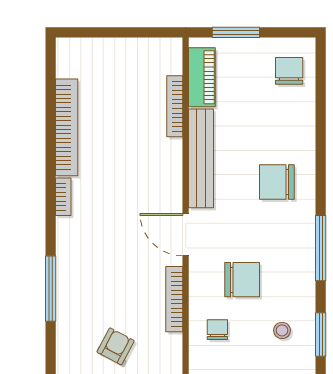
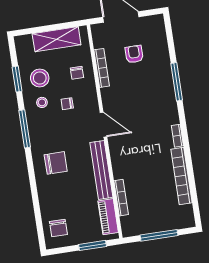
window: (120, 32) -> (159, 235), added
chair: (242, 280) -> (67, 104), width x0.54, depth x0.54
stool: (285, 288) -> (42, 102), added
bookcase: (174, 299) -> (102, 68), moved
stool: (282, 330) -> (40, 78), width x1.89, depth x1.89
armchair: (116, 346) -> (134, 54), turned 152

